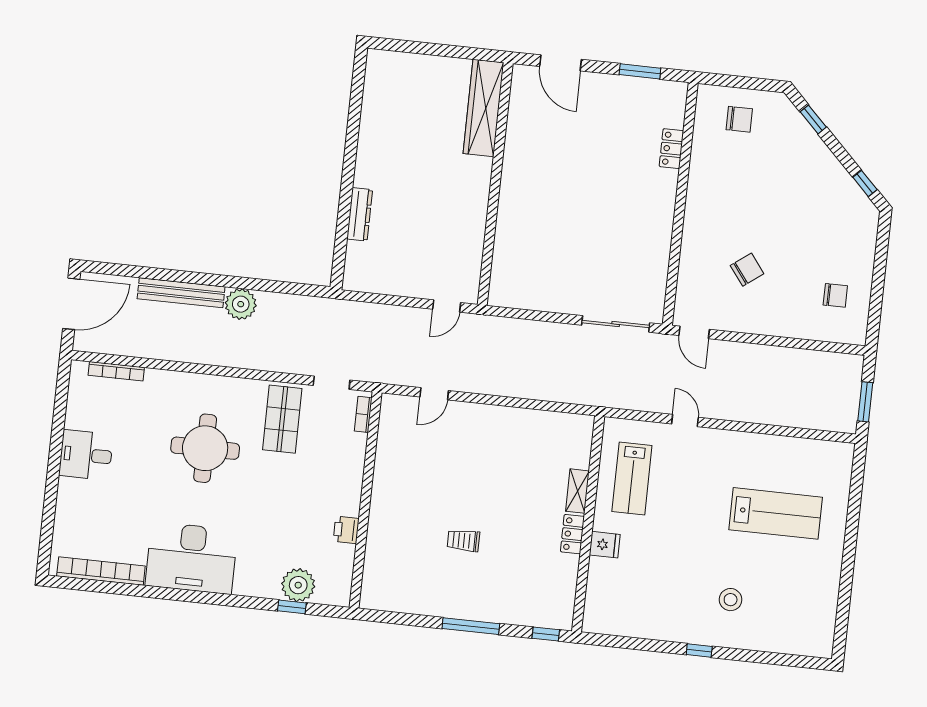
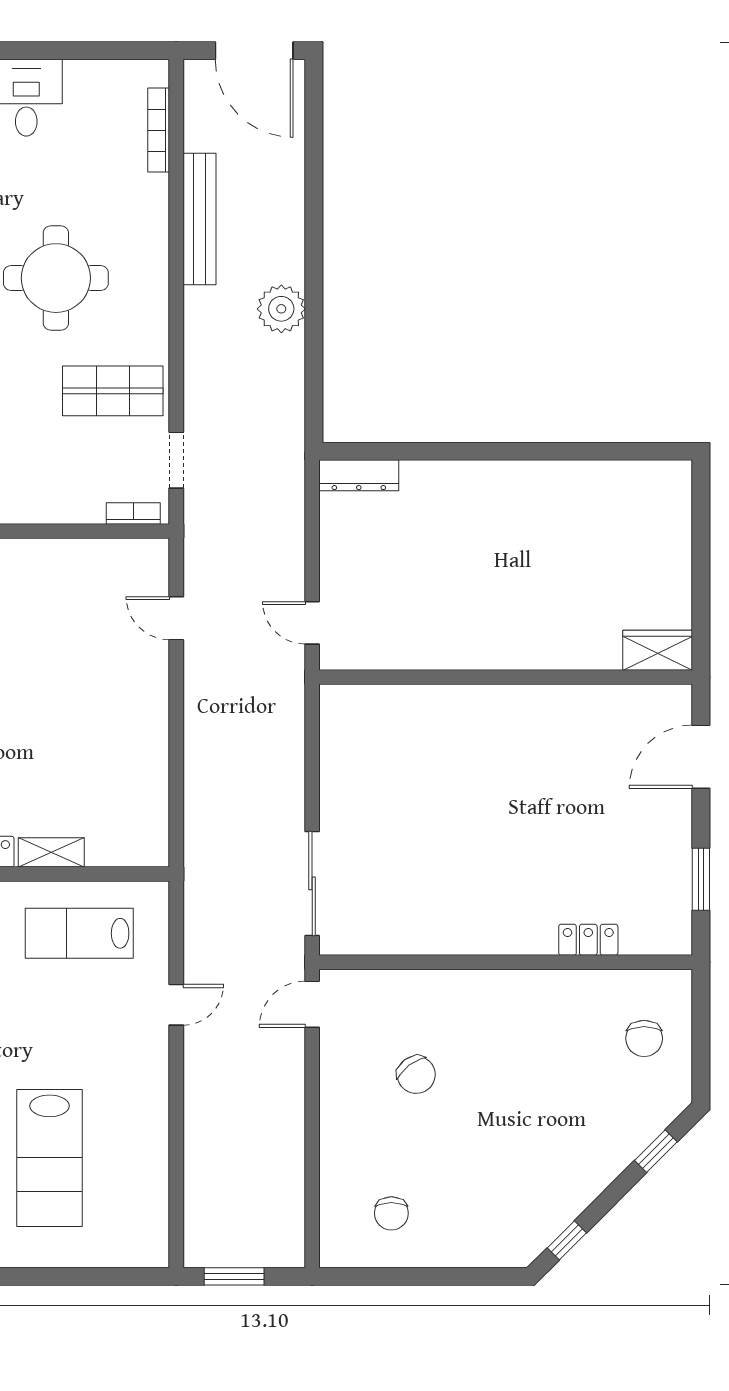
wardrobe: (483, 108) -> (658, 650), width x0.48, depth x0.85
dresser: (360, 214) -> (359, 475), moved
bench: (181, 293) -> (199, 219), moved

